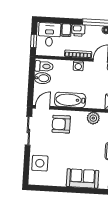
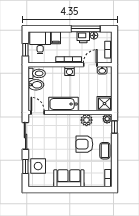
printer: (78, 30) -> (83, 37), moved
door: (43, 107) -> (38, 113), hinge flipped
armchair: (61, 124) -> (84, 144), moved
window: (27, 163) -> (25, 167), added
sofa: (82, 178) -> (69, 178), moved

